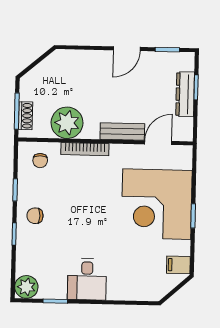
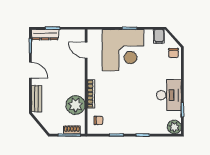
dresser: (185, 94) -> (45, 35), moved
bench: (122, 131) -> (37, 99), moved
chair: (35, 216) -> (173, 53), moved
desk: (87, 279) -> (169, 95), width x1.37

